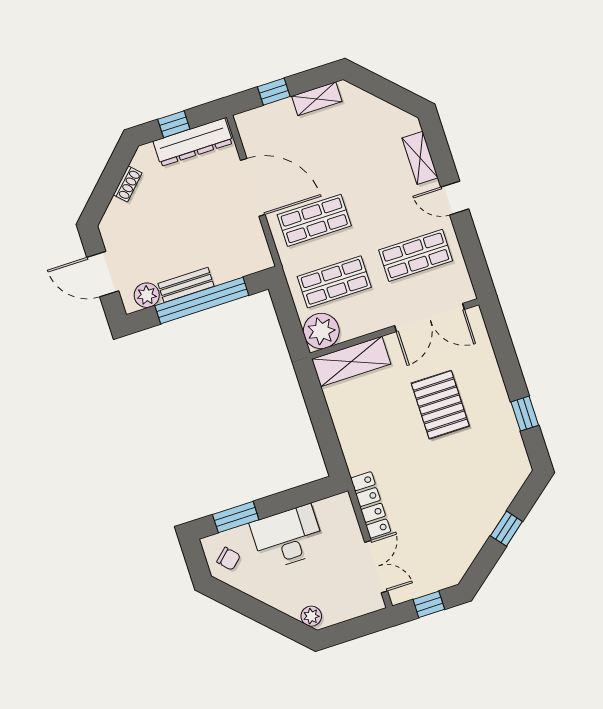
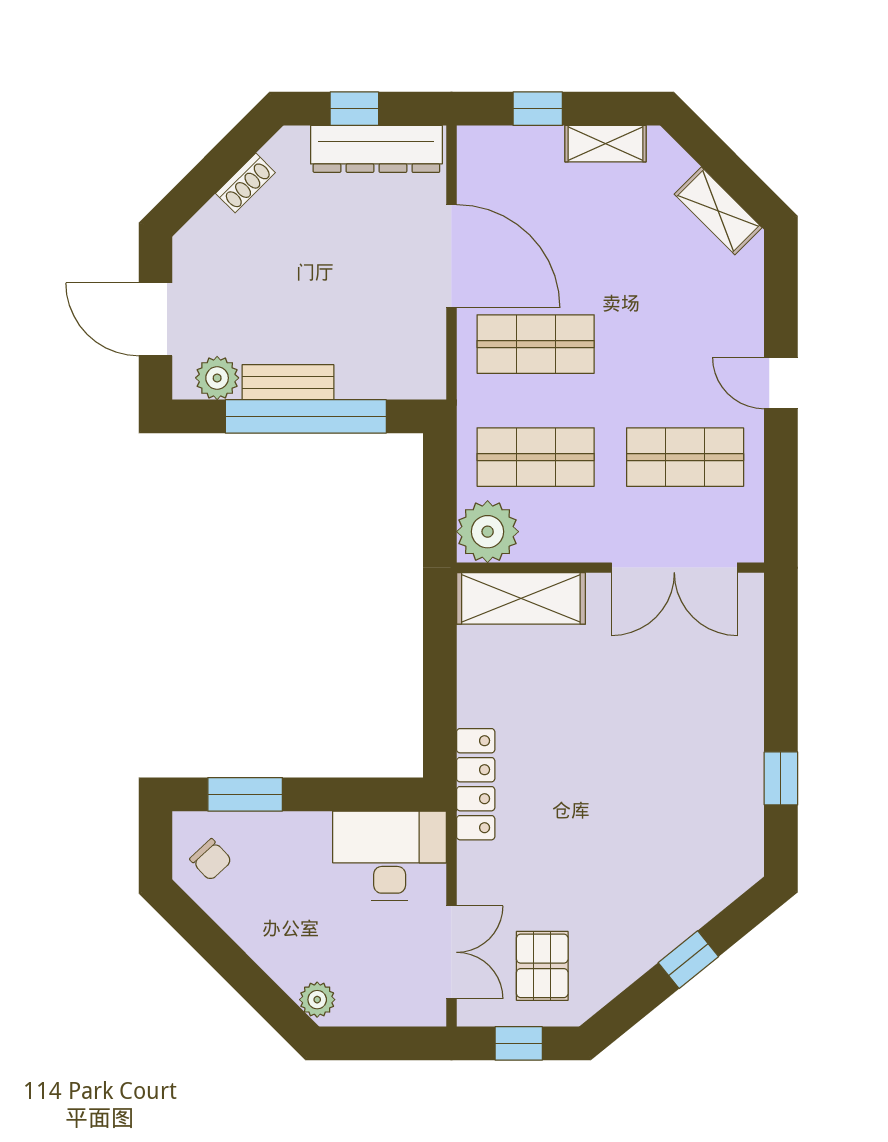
shelving: (420, 158) -> (718, 211), moved, turned -45
pallet: (440, 405) -> (542, 966), moved, width x0.67, depth x0.71
locker: (371, 505) -> (476, 784), moved
desk: (288, 537) -> (390, 856), moved

